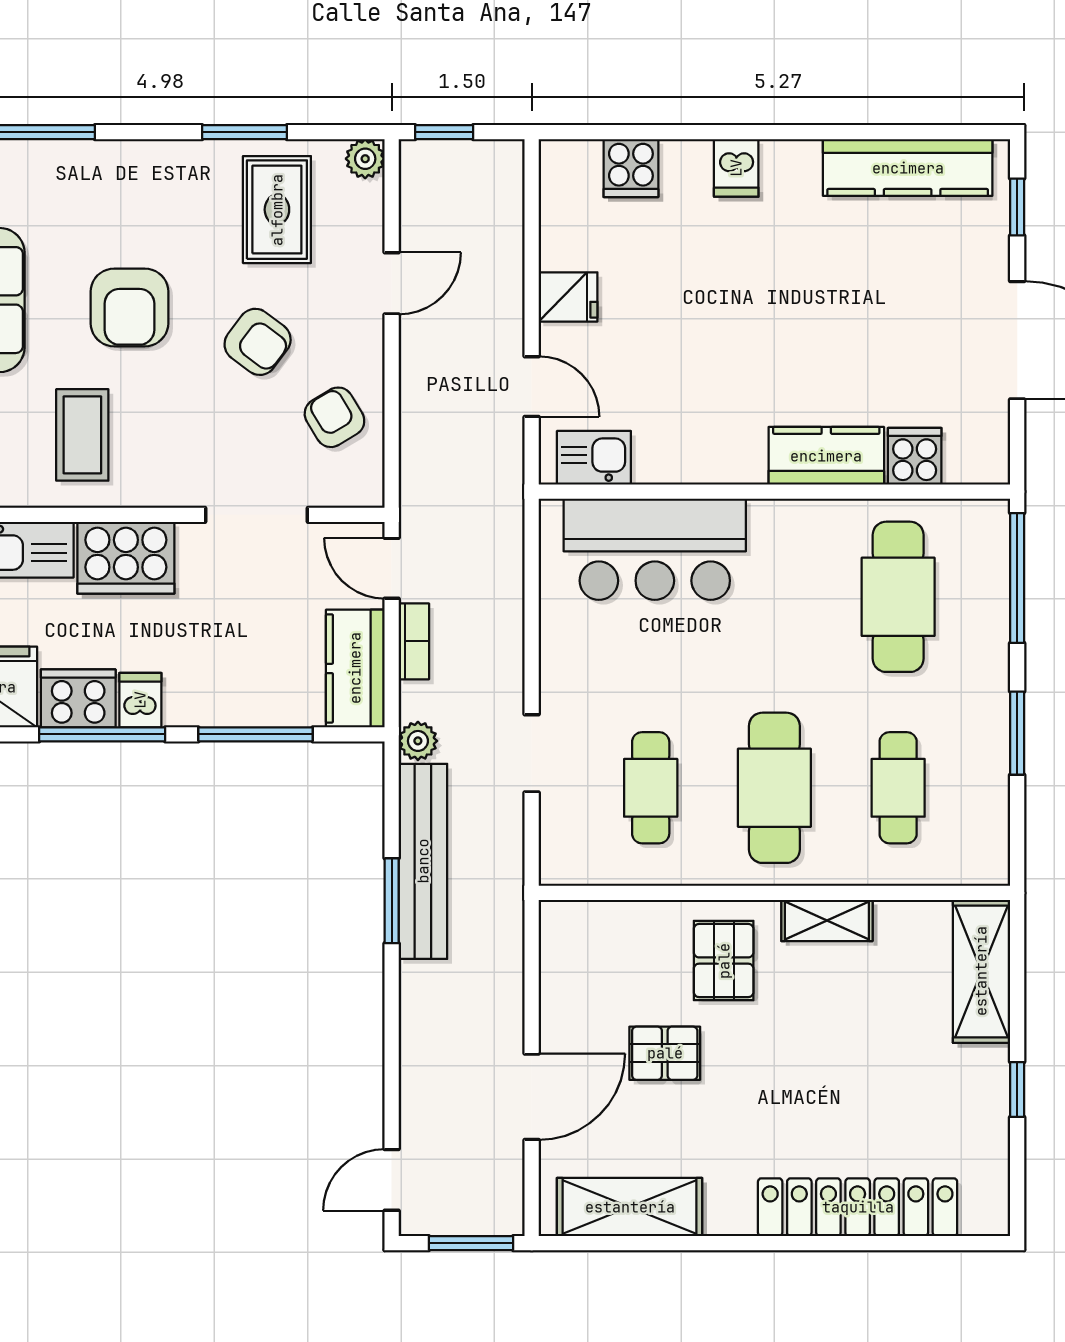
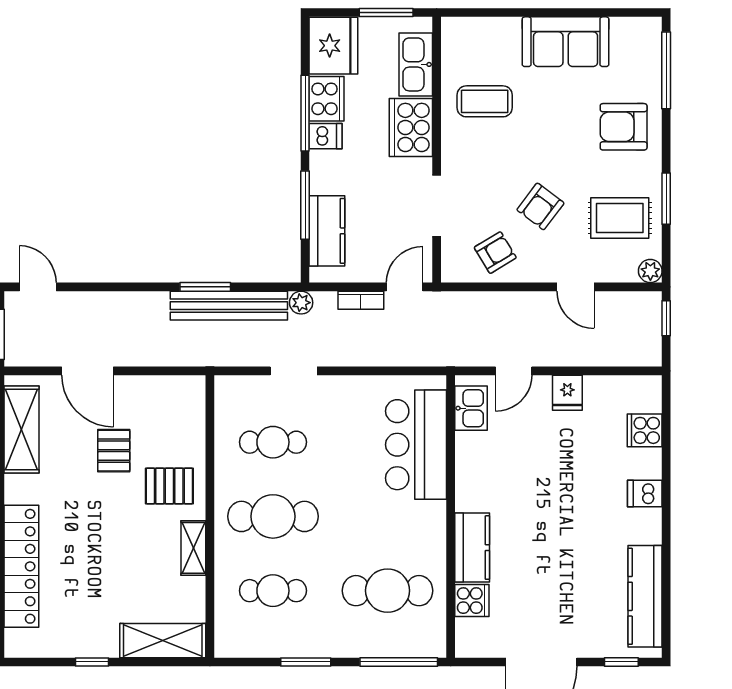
armchair: (129, 307) -> (624, 127), moved
kitchen counter: (355, 668) -> (327, 231), moved, turned 90

